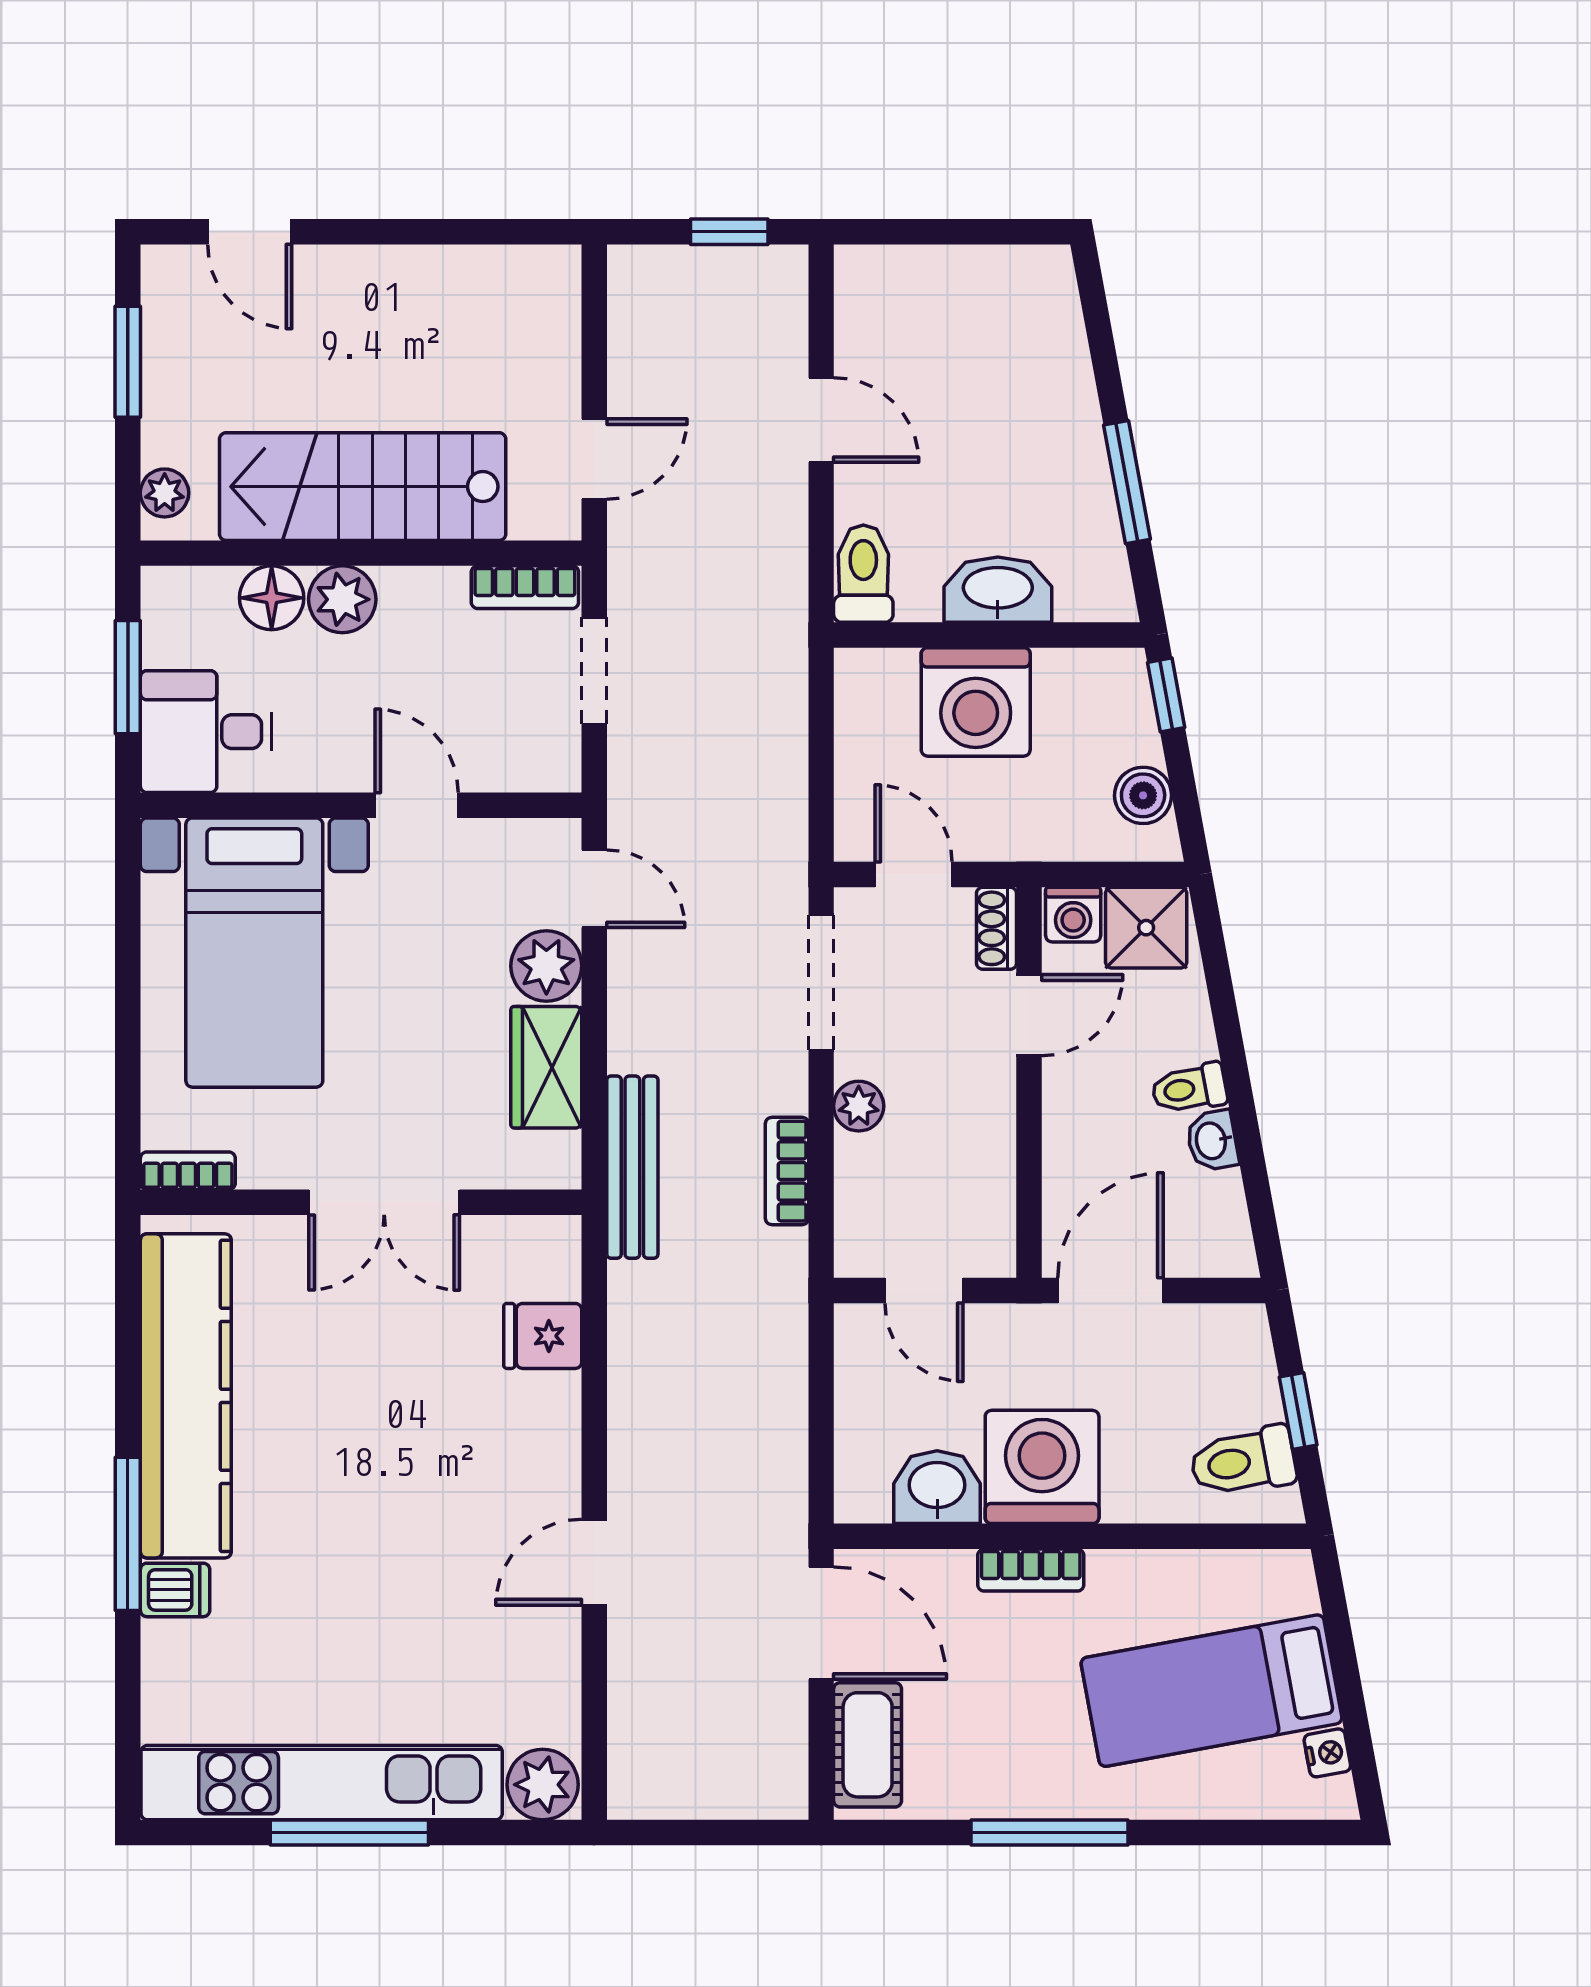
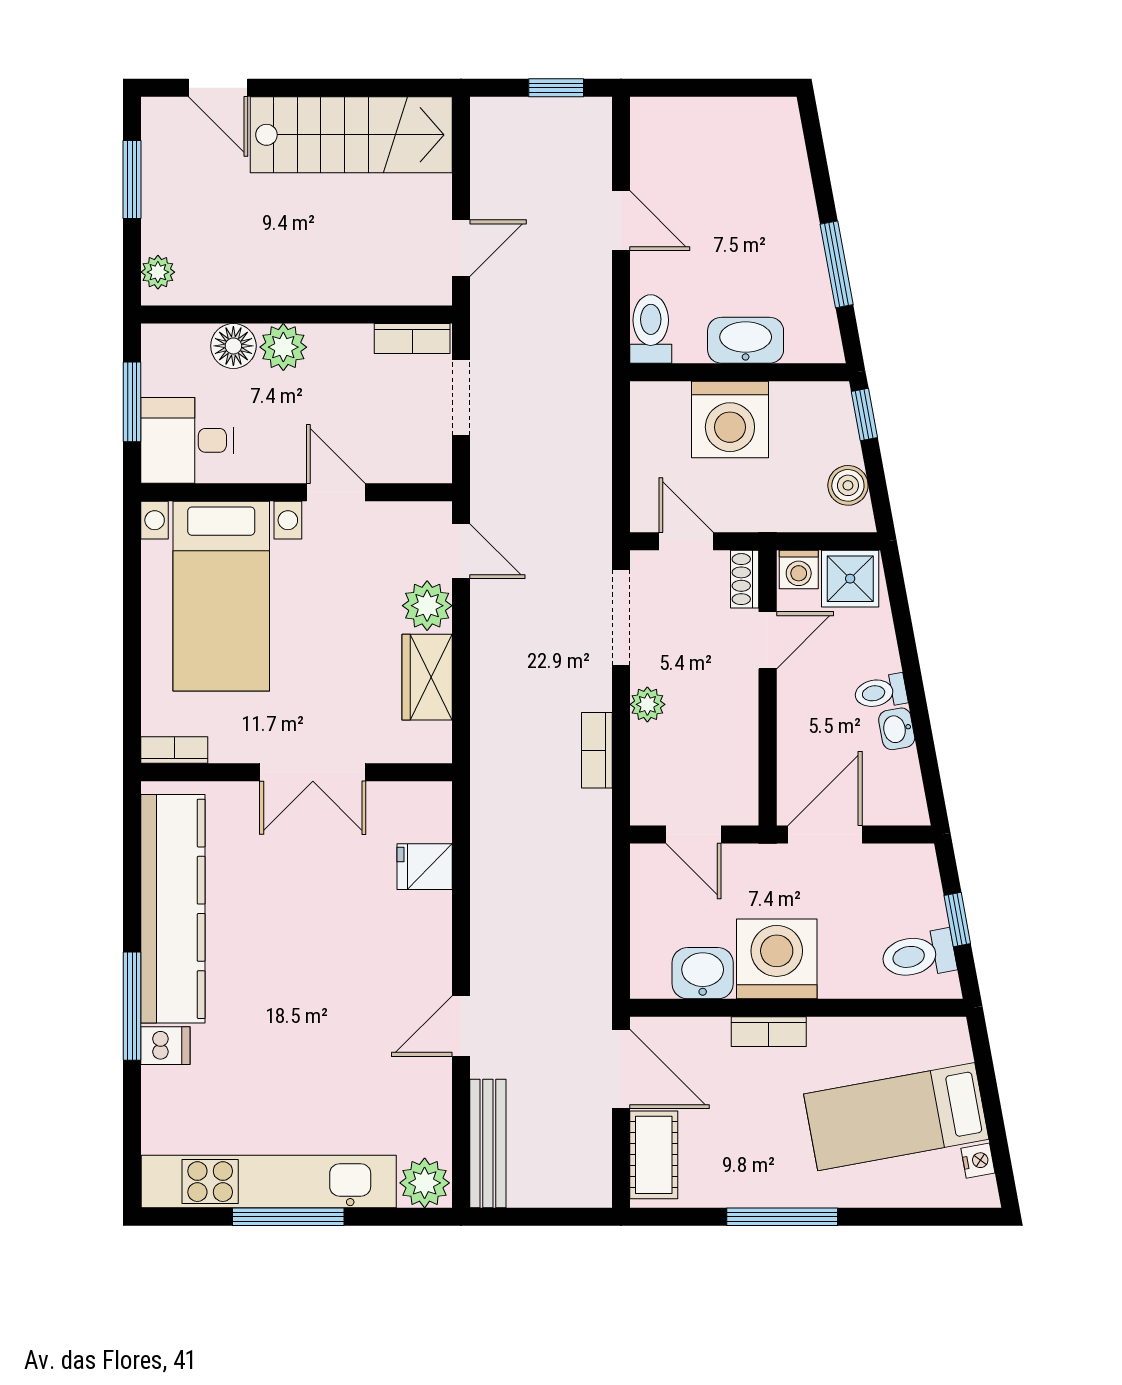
stairs: (363, 487) -> (351, 135), moved, turned 180
bench: (632, 1167) -> (488, 1143), moved

